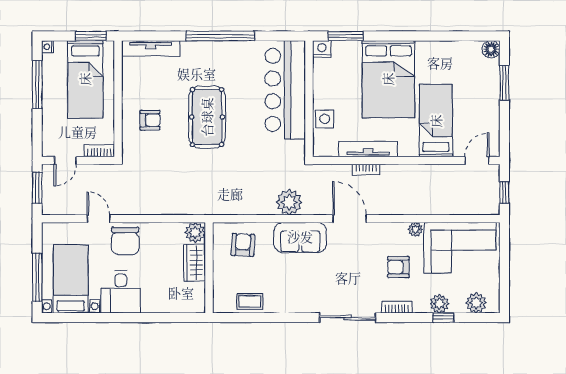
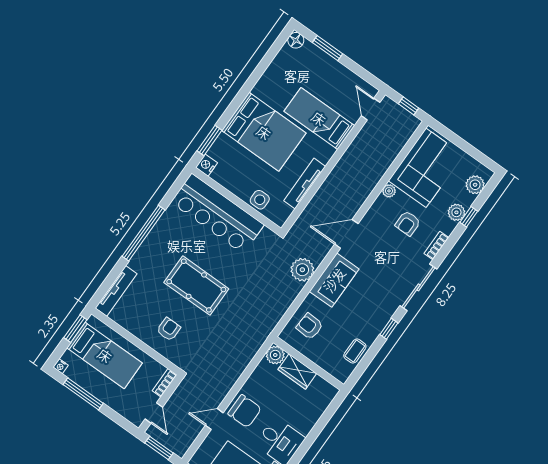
bookcase: (366, 170) -> (319, 196), removed
window: (291, 318) -> (389, 329), added

